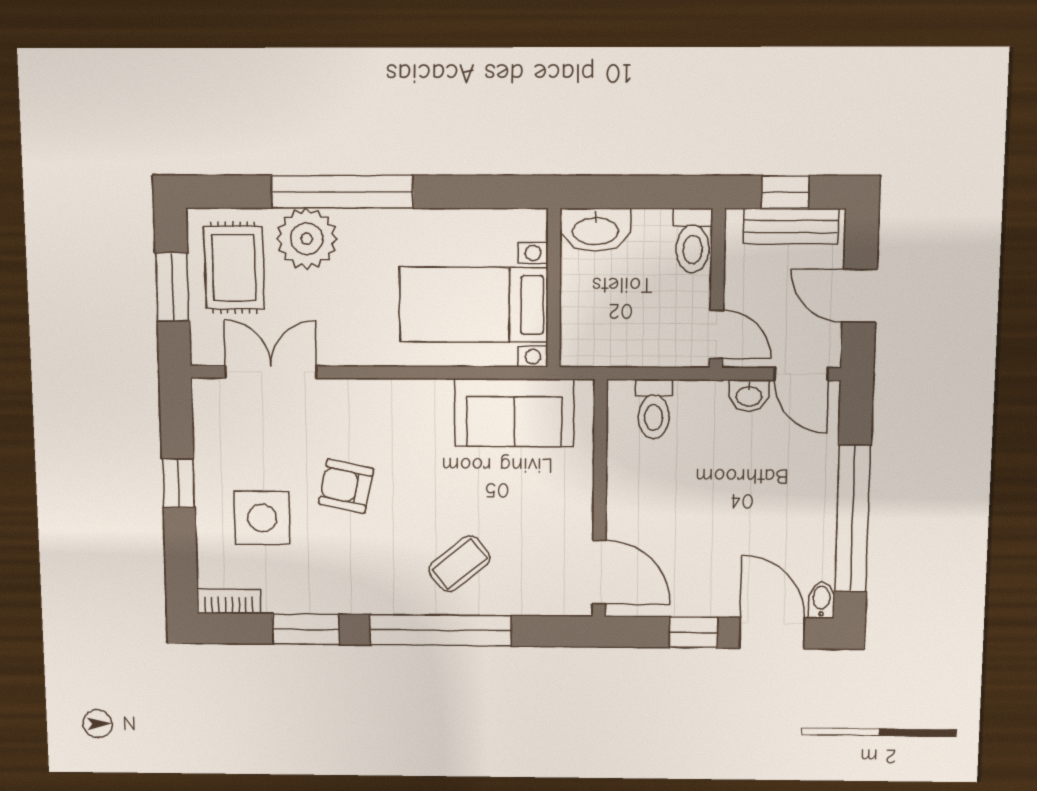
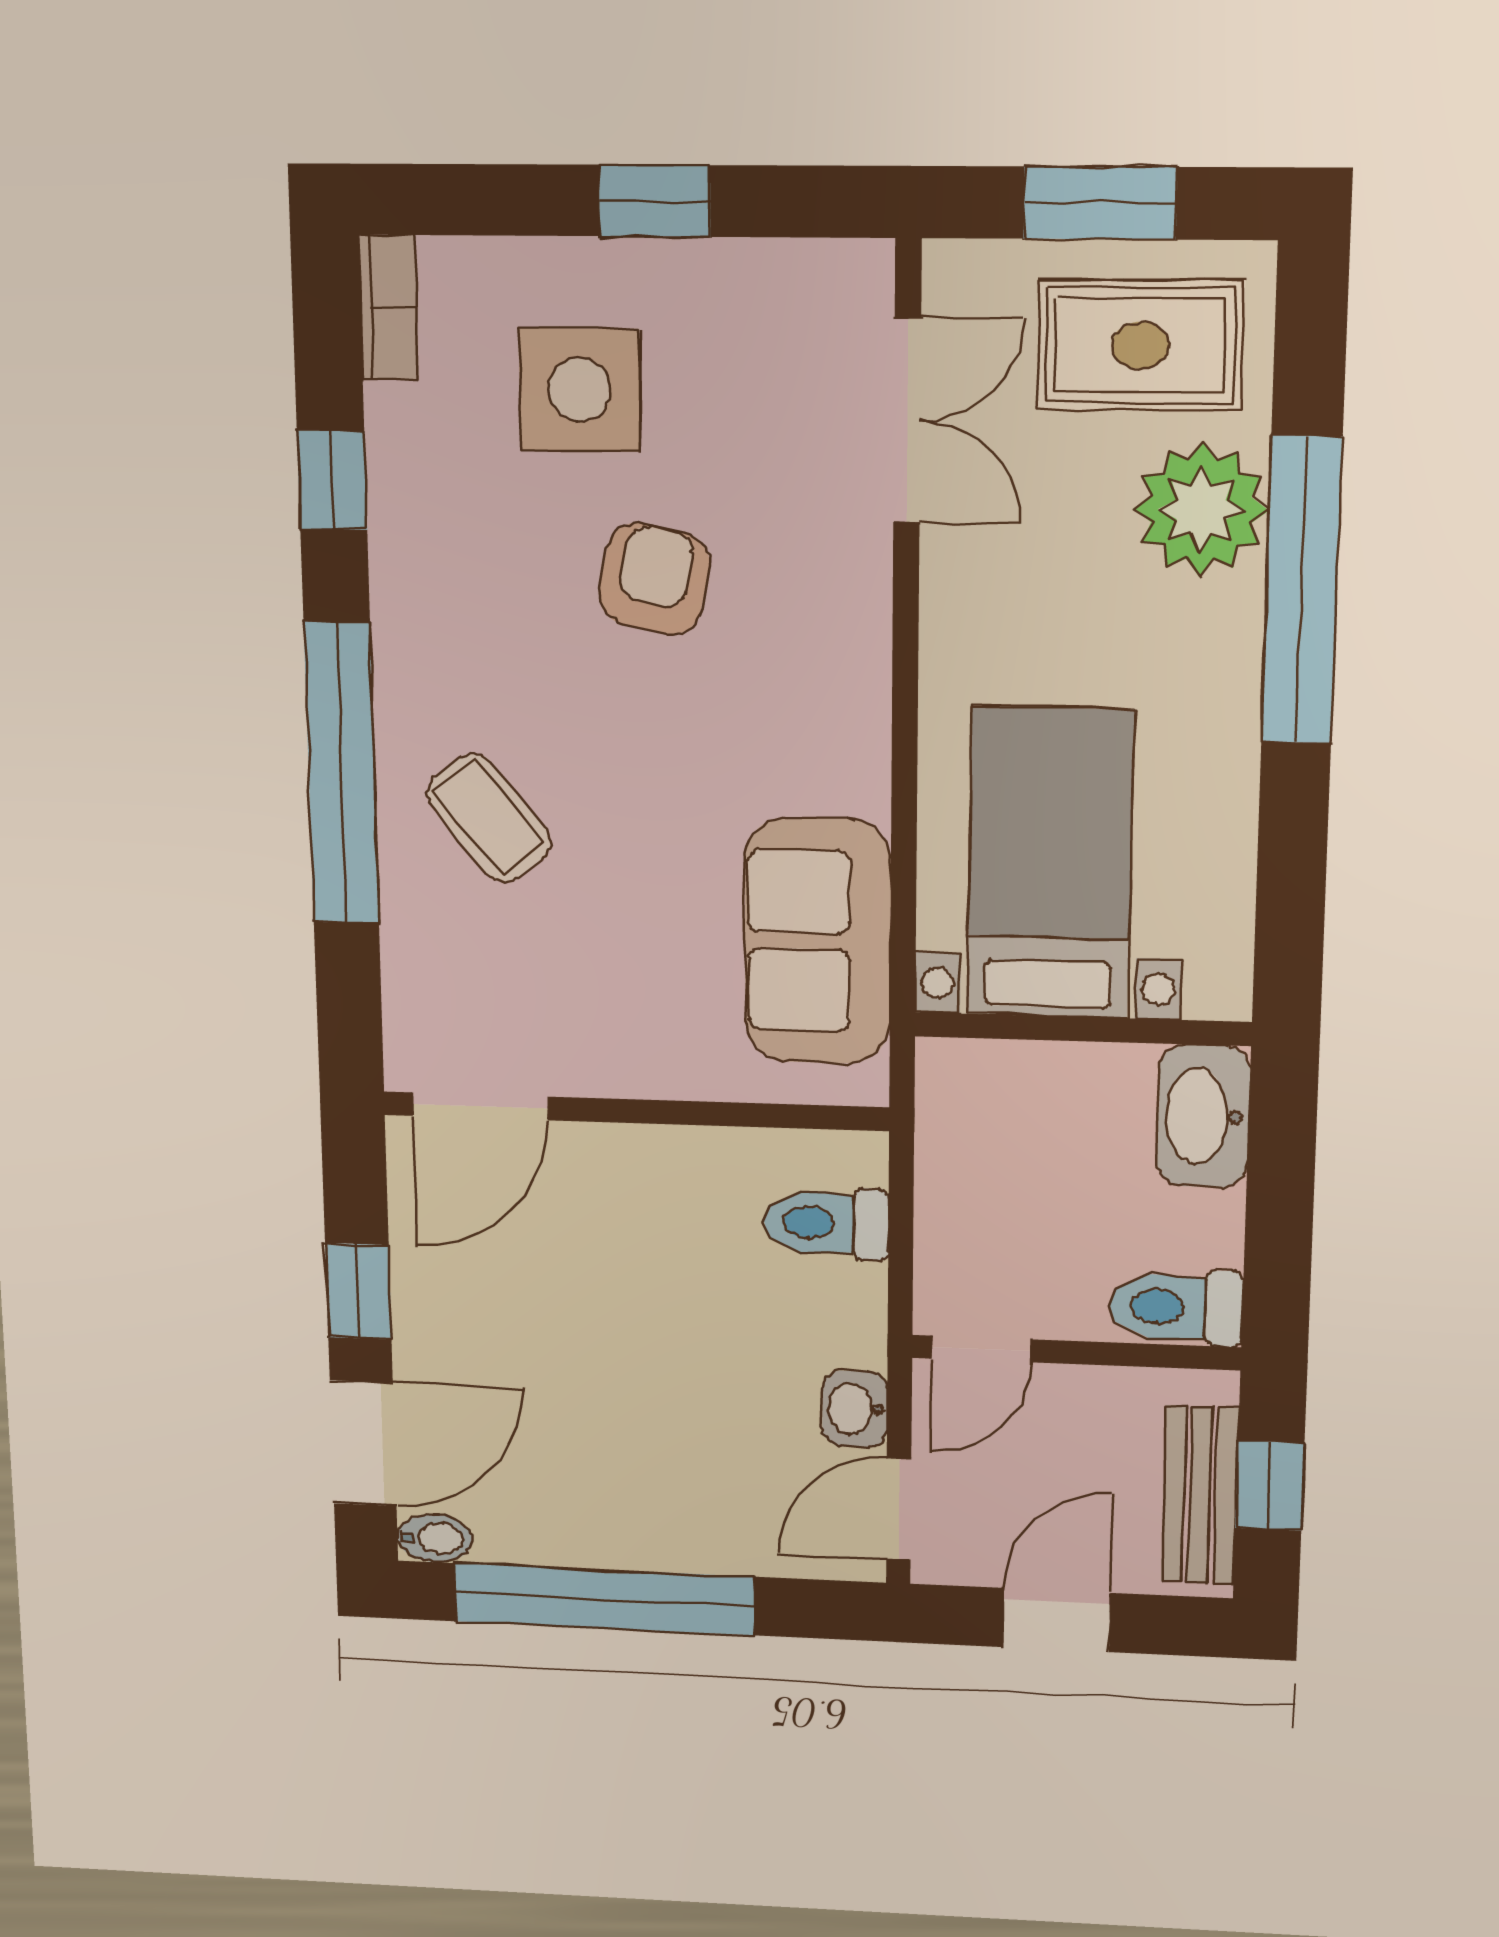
window: (306, 629) -> (332, 480), width x0.67

